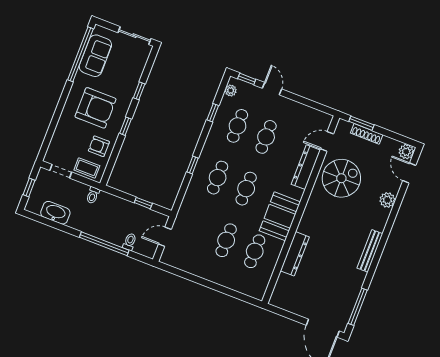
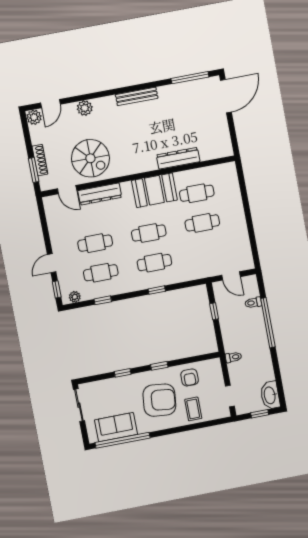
armchair: (96, 108) -> (159, 400), turned 96
coffee table: (87, 168) -> (193, 409), moved
spiral stairs: (341, 178) -> (90, 158), turned 180
washbasin: (55, 213) -> (270, 395), moved

